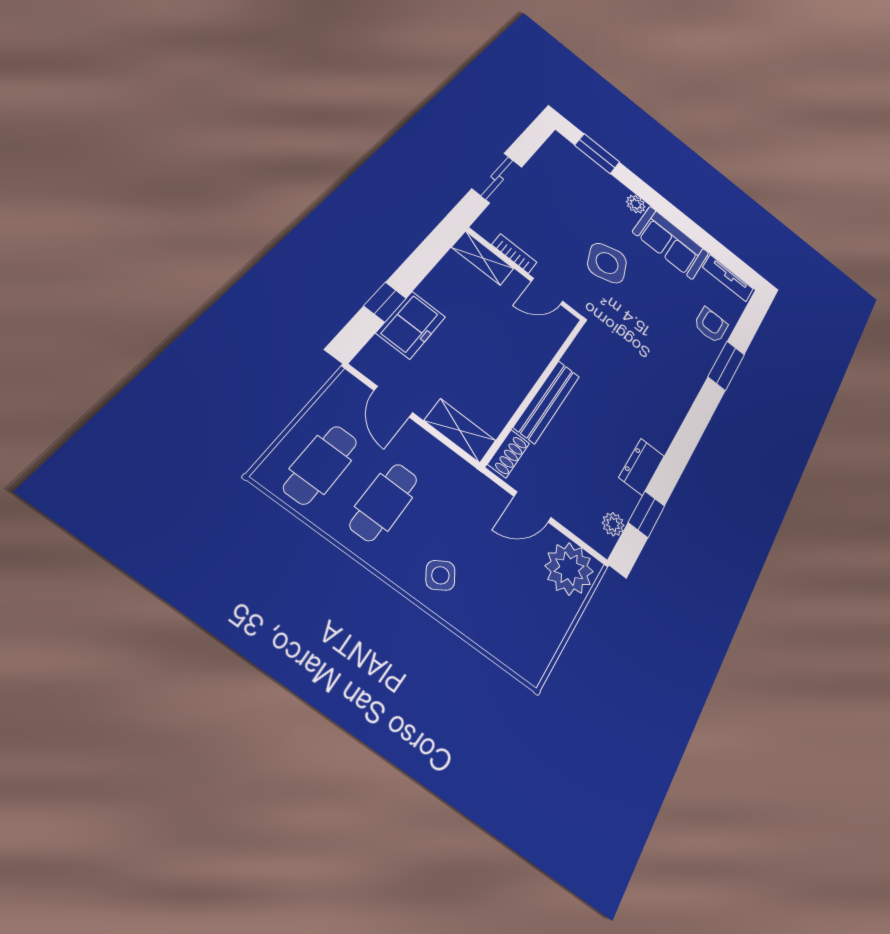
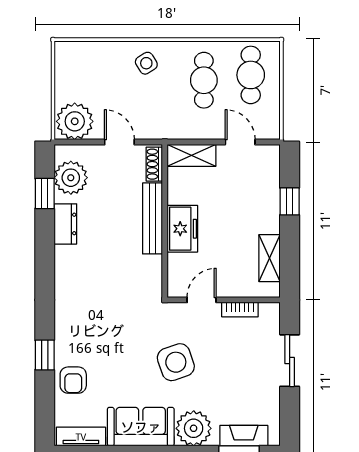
fireplace: (583, 163) -> (244, 436), added
plant: (636, 204) -> (194, 428), width x1.87, depth x1.87
shelving: (483, 258) -> (270, 258), moved, turned 90
freezer: (411, 325) -> (182, 229), moved, turned 180
window: (726, 366) -> (45, 355), width x0.67
door: (532, 507) -> (119, 142), hinge flipped
plant: (613, 524) -> (71, 178), width x1.88, depth x1.88

